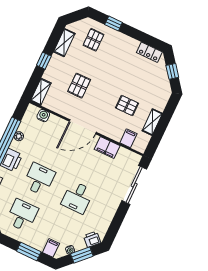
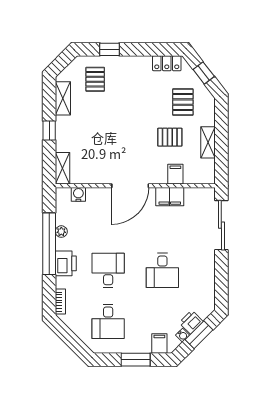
pallet: (79, 86) -> (183, 102), moved
filing cabinet: (128, 138) -> (175, 174), moved
desk: (22, 215) -> (108, 321), turned 180
printer: (92, 239) -> (191, 322), moved

